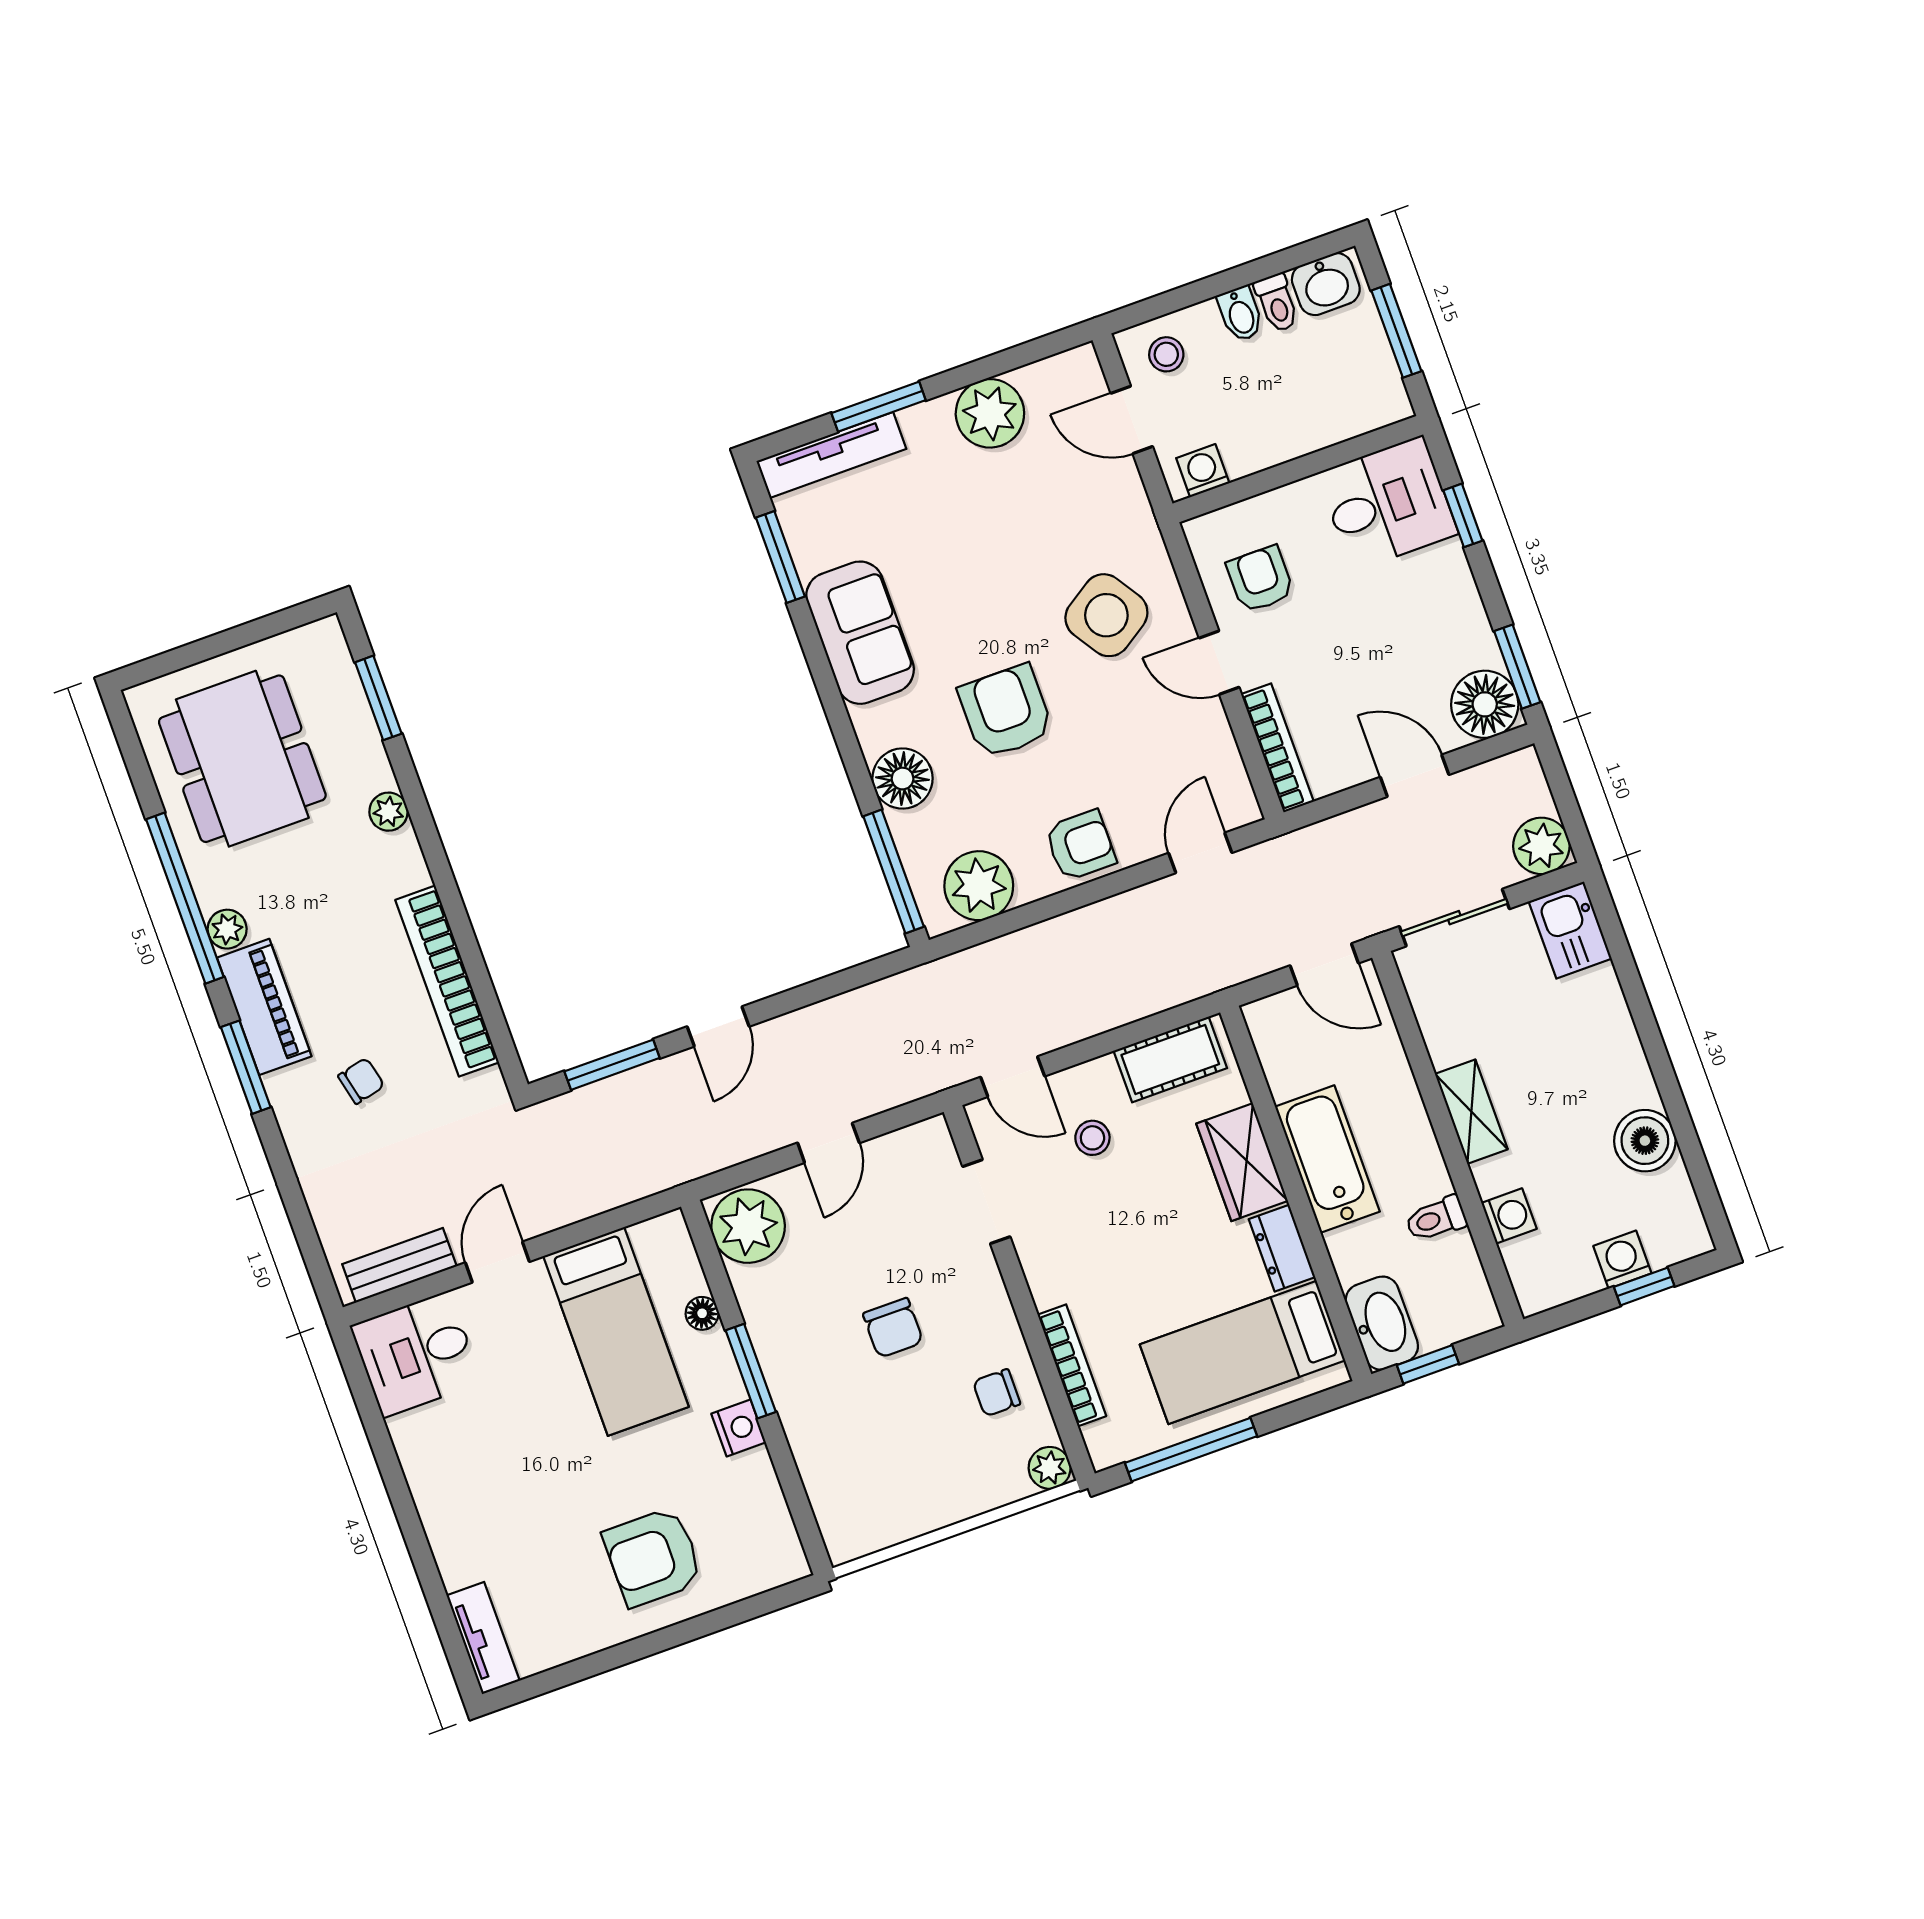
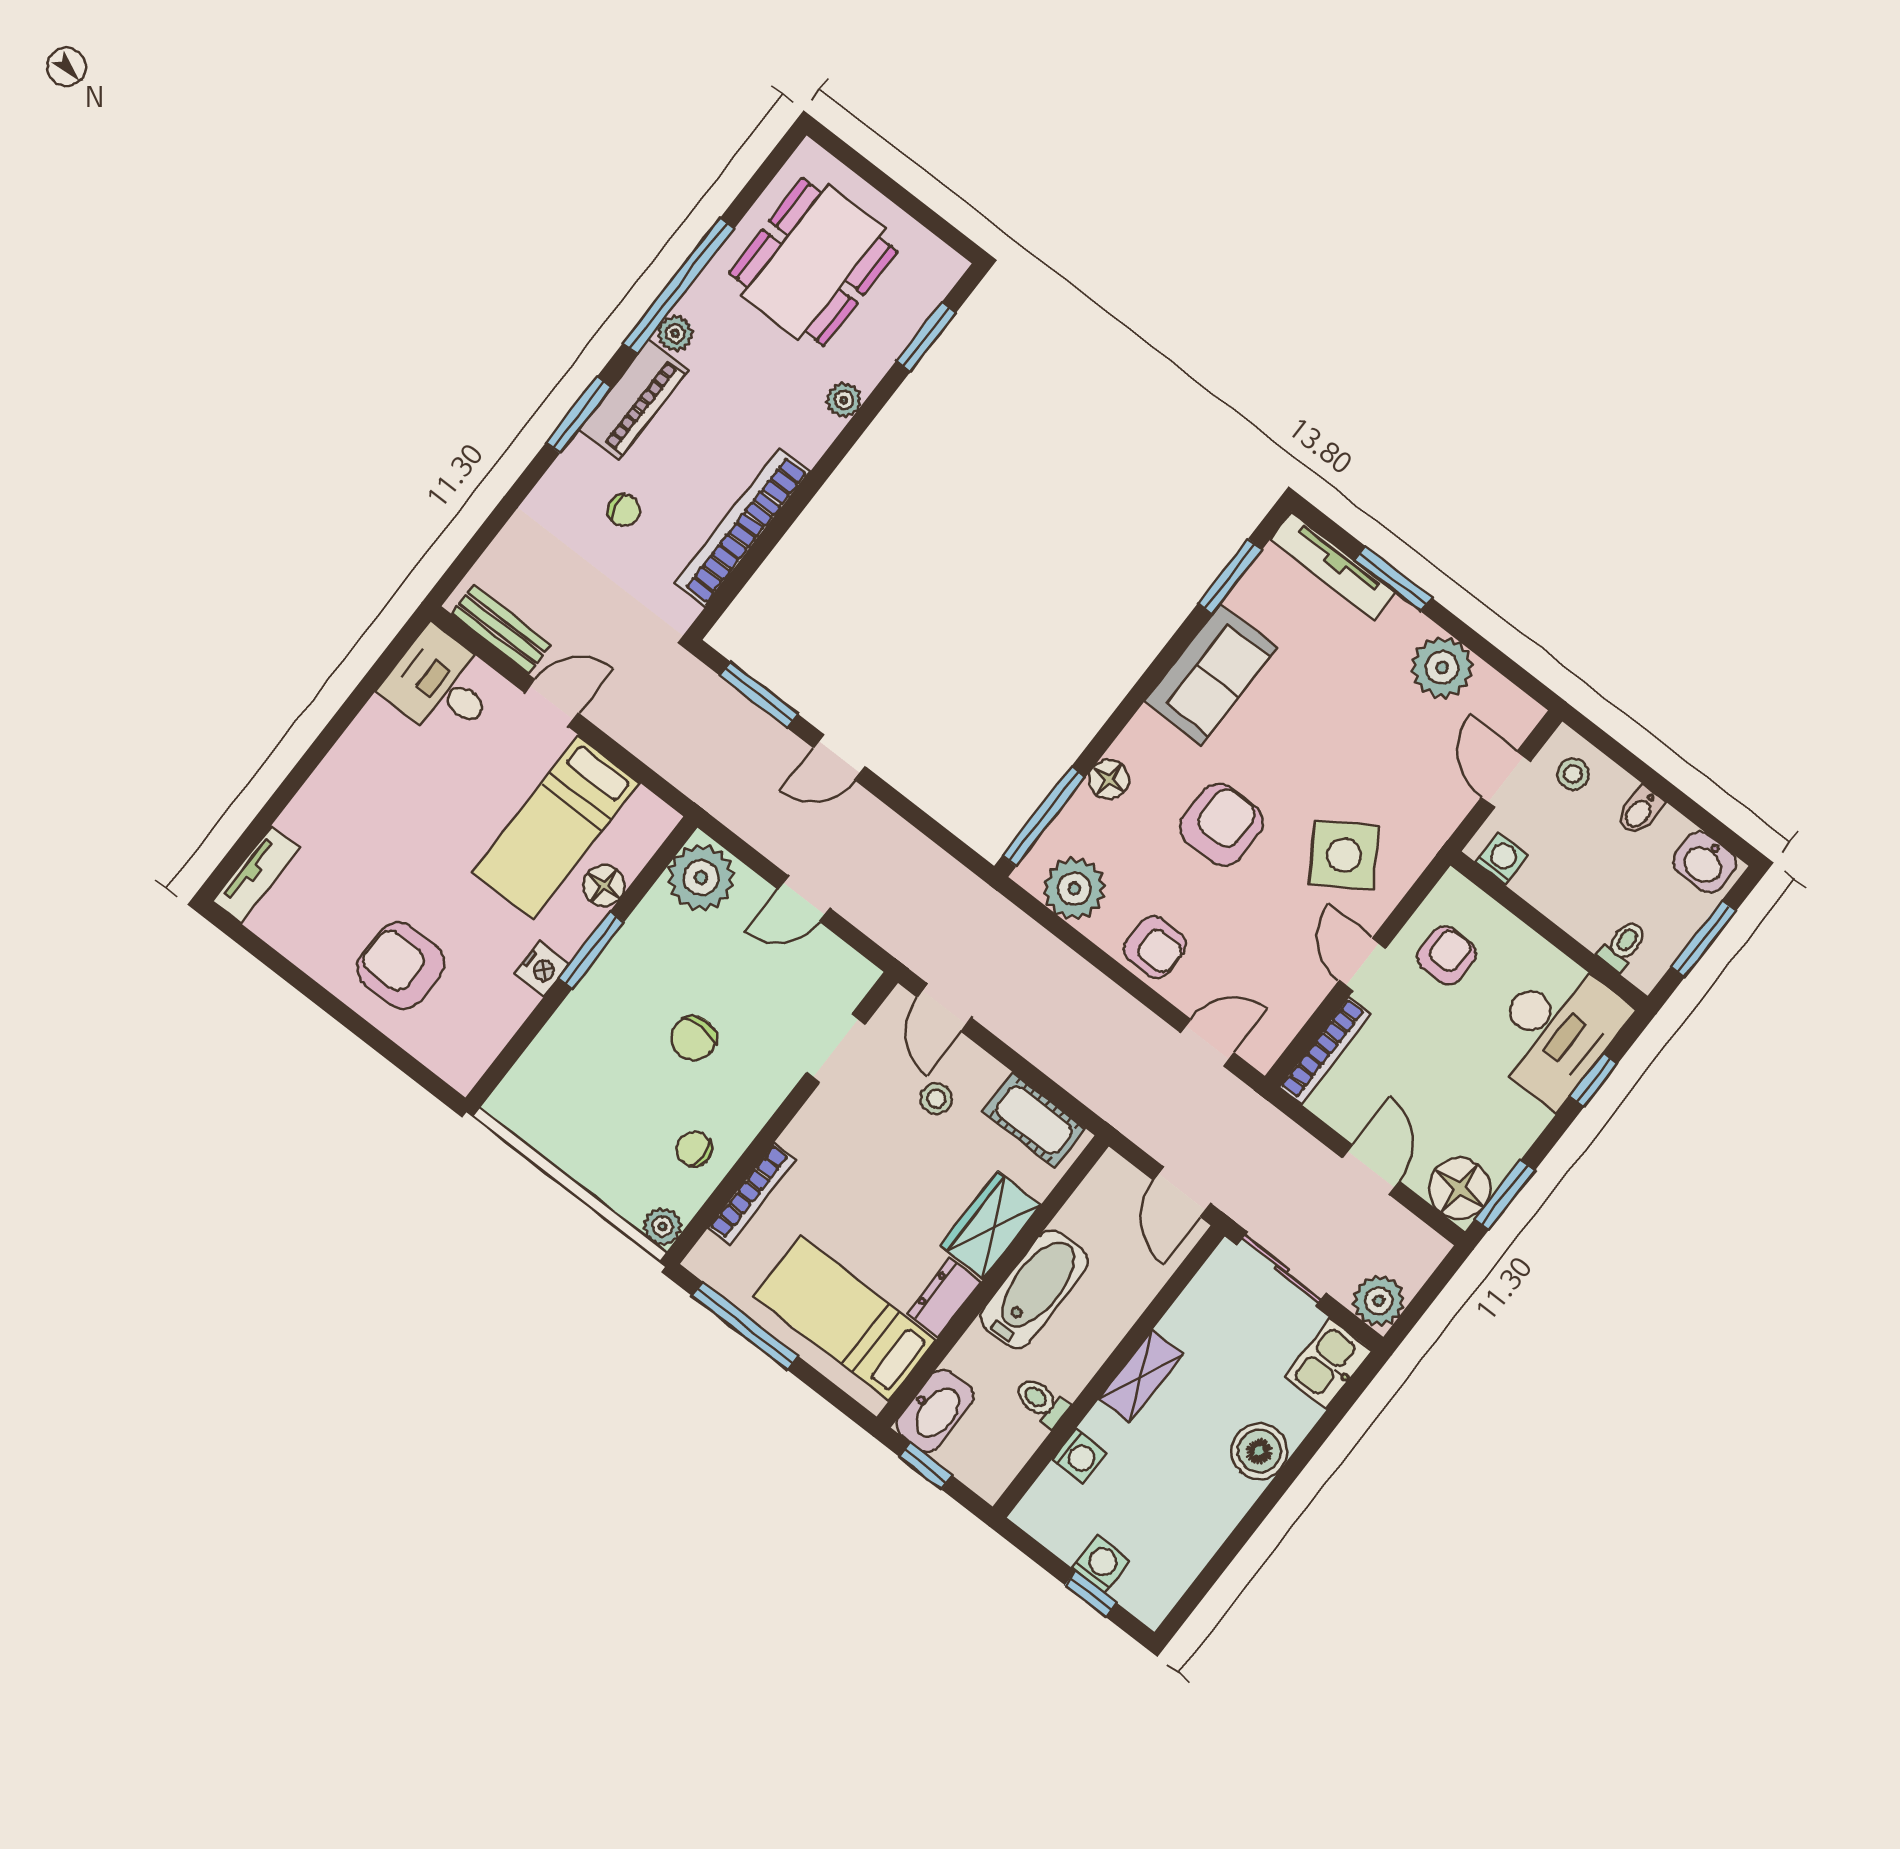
toilet: (1277, 303) -> (1623, 945), moved, turned 180
desk: (1387, 503) -> (1555, 1030), width x1.37
floor lamp: (903, 779) -> (1109, 779), width x0.73, depth x0.73
boiler: (1645, 1141) -> (1259, 1451), moved
floor lamp: (702, 1313) -> (604, 886), width x1.37, depth x1.37

